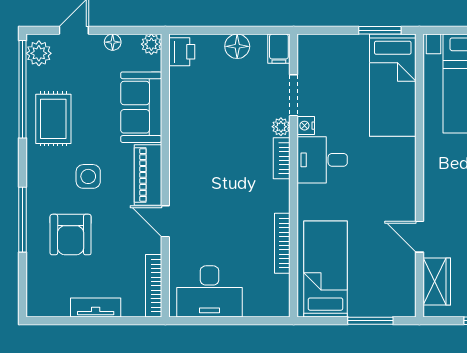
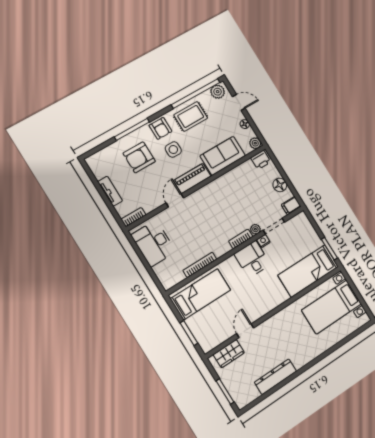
armchair: (45, 176) -> (160, 128), added
bookcase: (154, 286) -> (133, 217), width x0.64

